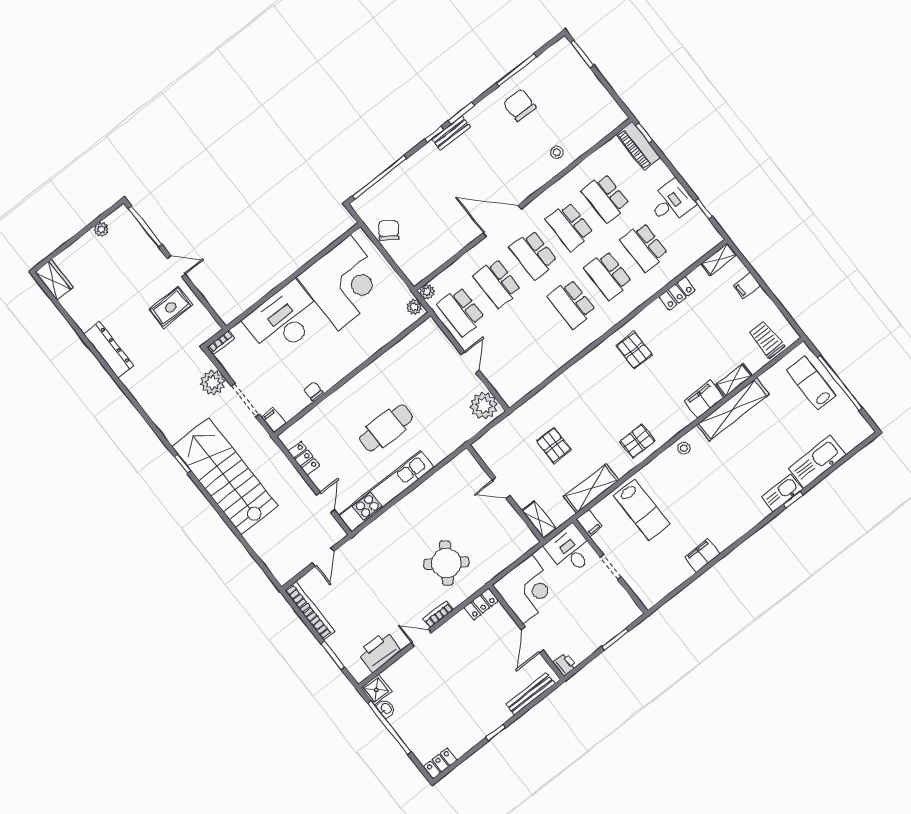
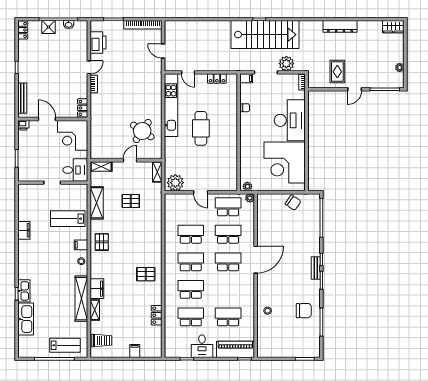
piano: (638, 146) -> (235, 349), width x1.37, depth x1.33
school desk: (570, 226) -> (191, 234), moved
shelving: (719, 259) -> (157, 172), moved
stairs: (225, 476) -> (265, 35), moved
filing cabinet: (589, 523) -> (81, 245), moved
round table: (446, 563) -> (142, 131), moved
shower: (376, 690) -> (49, 27), moved

